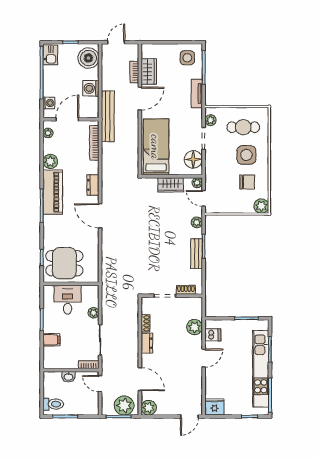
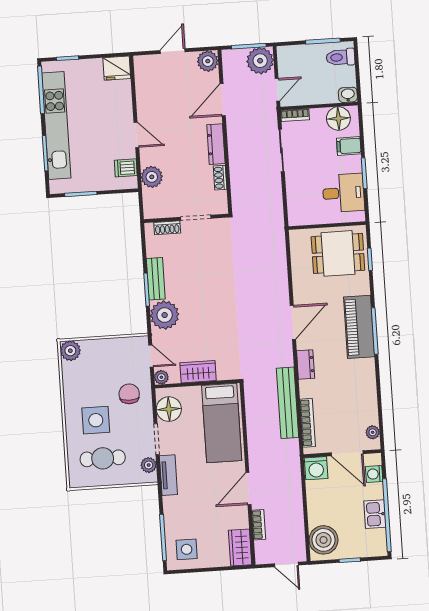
door: (116, 42) -> (286, 564), hinge flipped
kitchen sink: (50, 55) -> (375, 514), moved
wardrobe: (149, 72) -> (240, 548), moved
washing machine: (91, 88) -> (316, 468), moved, turned 90
tv unit: (197, 94) -> (168, 475), moved
bench: (108, 116) -> (288, 403), moved
door: (67, 119) -> (347, 453), hinge flipped
plant: (50, 161) -> (367, 393), removed
chair: (247, 182) -> (129, 394), moved, turned 90
piano: (53, 192) -> (359, 327), moved
door: (100, 216) -> (293, 322), hinge flipped
plant: (197, 222) -> (165, 315), width x1.87, depth x1.87
desk: (68, 300) -> (343, 193), moved, turned -90
plant: (93, 313) -> (293, 187), removed
dresser: (147, 343) -> (216, 144), width x1.44
door: (204, 358) -> (136, 135), swing flipped
floor lamp: (58, 360) -> (338, 118), added
washbasin: (69, 377) -> (348, 95), moved
door: (140, 379) -> (223, 100), hinge flipped
door: (100, 384) -> (277, 90), hinge flipped
plant: (124, 405) -> (260, 61), moved
door: (189, 416) -> (173, 51), moved

